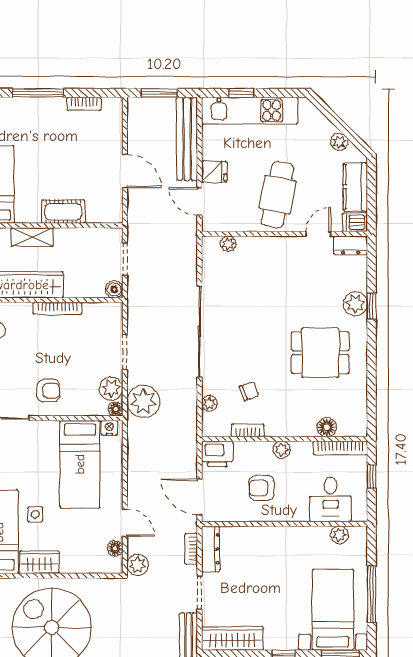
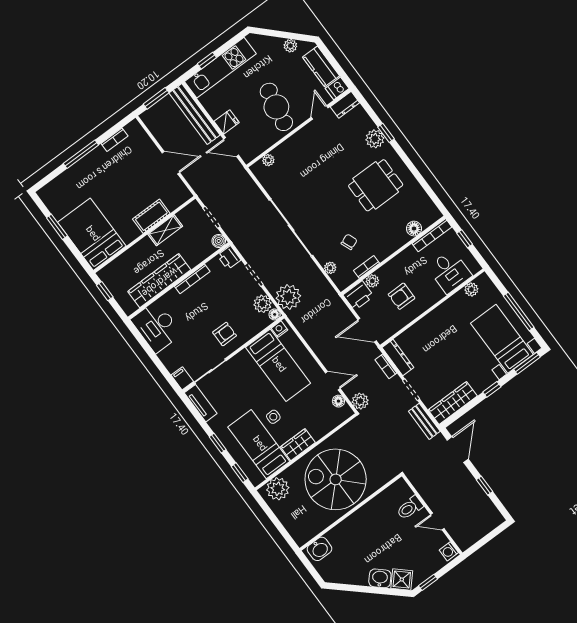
shelving: (32, 237) -> (165, 230), moved
printer: (112, 315) -> (229, 258), added
plant: (282, 450) -> (372, 281), moved

